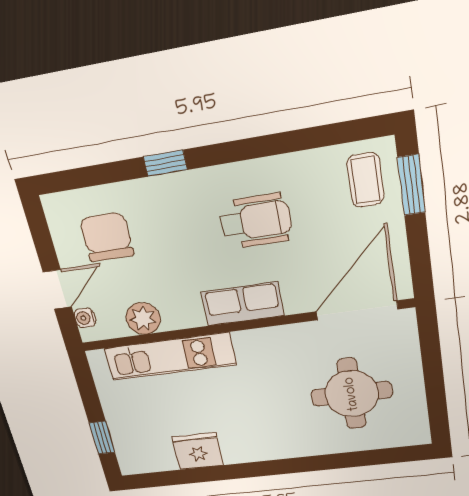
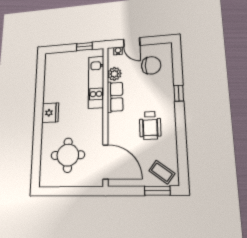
coffee table: (366, 180) -> (162, 172), turned 37
row of seats: (243, 304) -> (115, 97), moved
window: (102, 438) -> (84, 47), moved
fridge: (198, 451) -> (50, 113), moved

